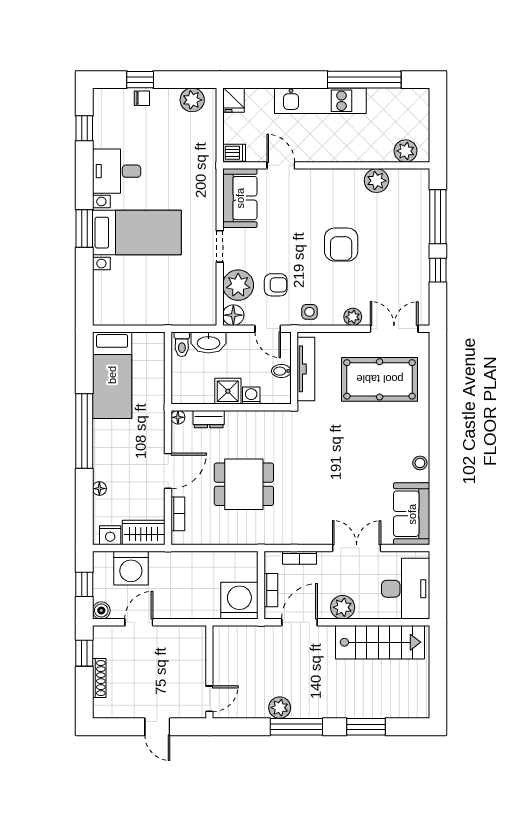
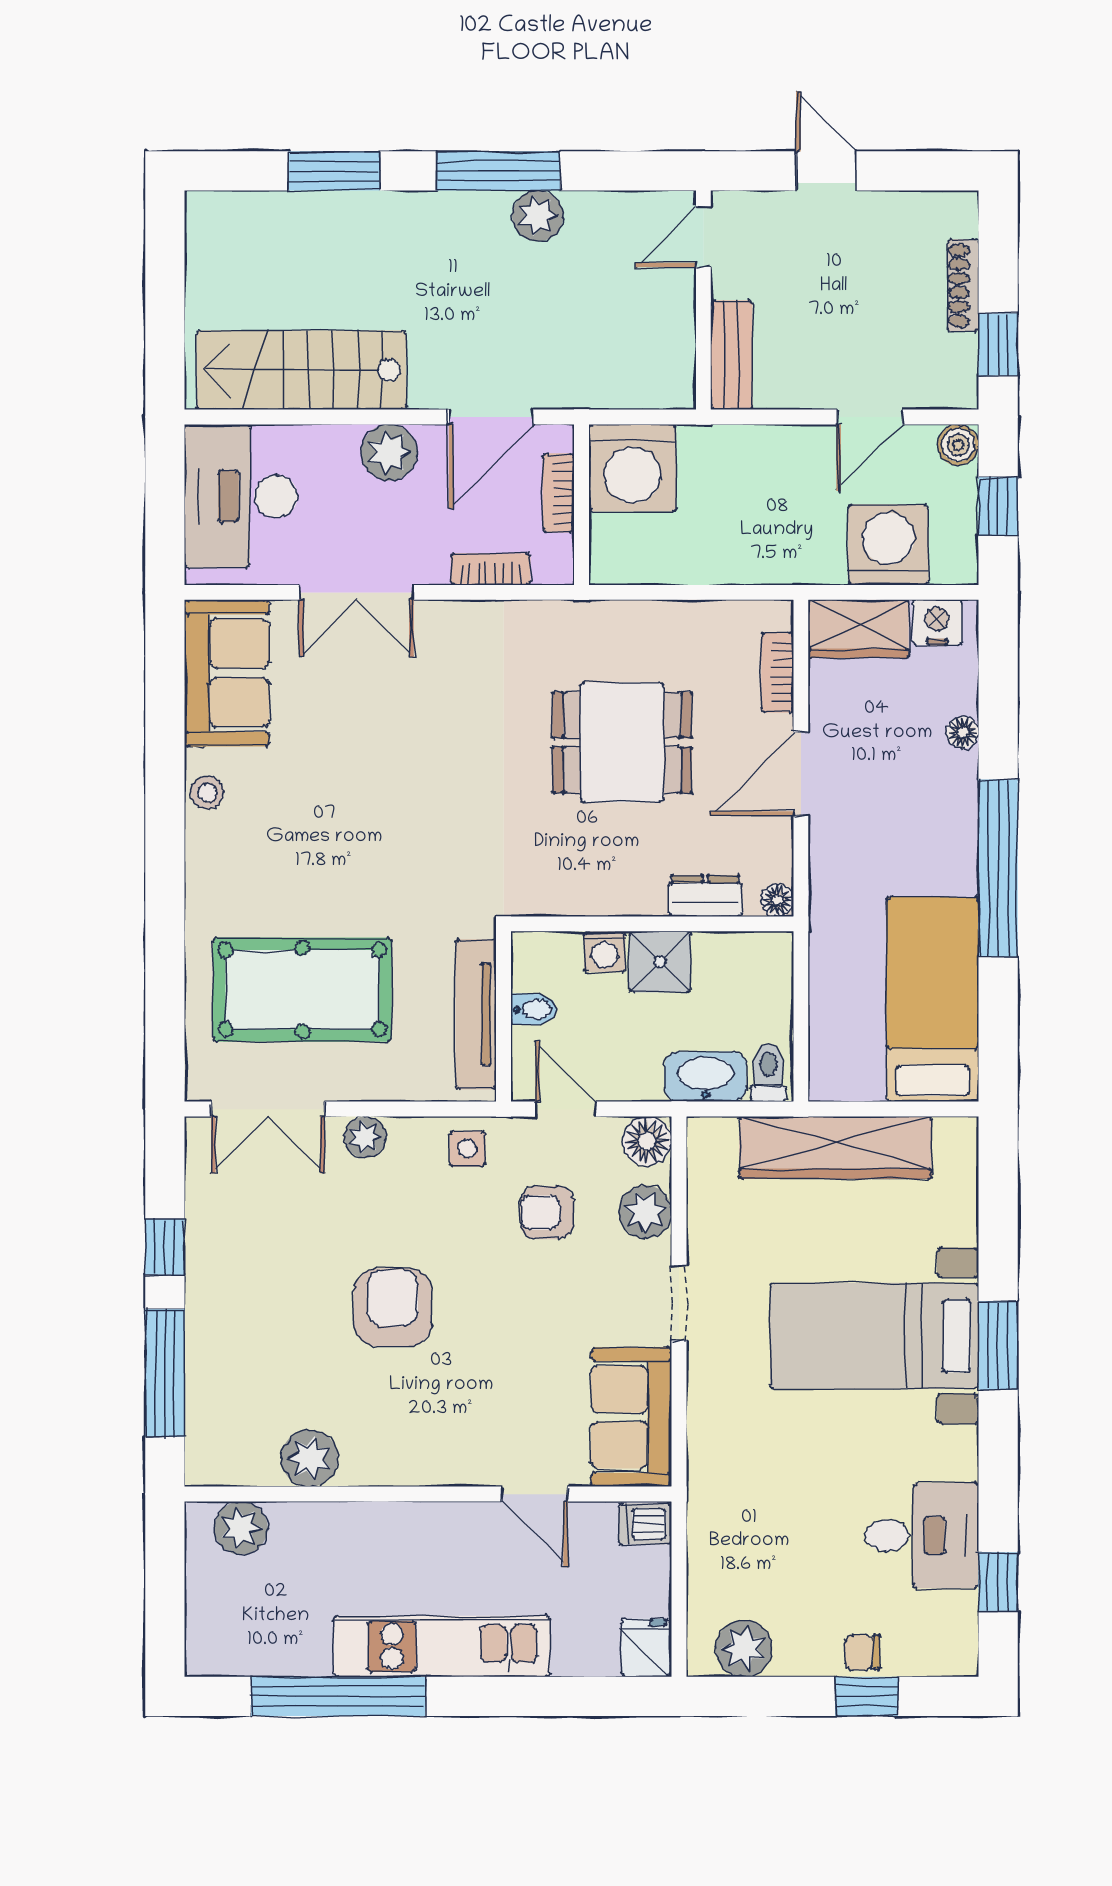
desk: (117, 171) -> (922, 1535), moved
plant: (238, 285) -> (645, 1212), width x0.73, depth x0.73
wardrobe: (153, 312) -> (835, 1147), added
bench: (197, 649) -> (732, 355), added

